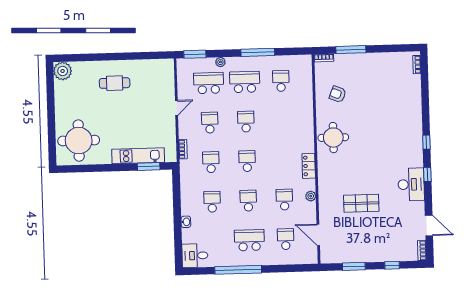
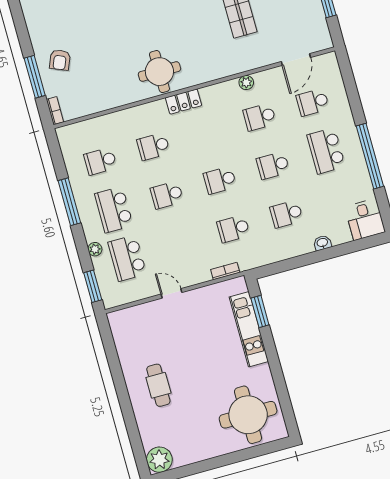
armchair: (338, 94) -> (60, 60), moved
school desk: (210, 123) -> (153, 146), moved
locker: (309, 166) -> (184, 102), moved

